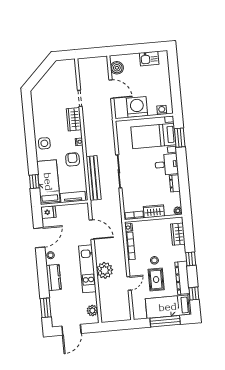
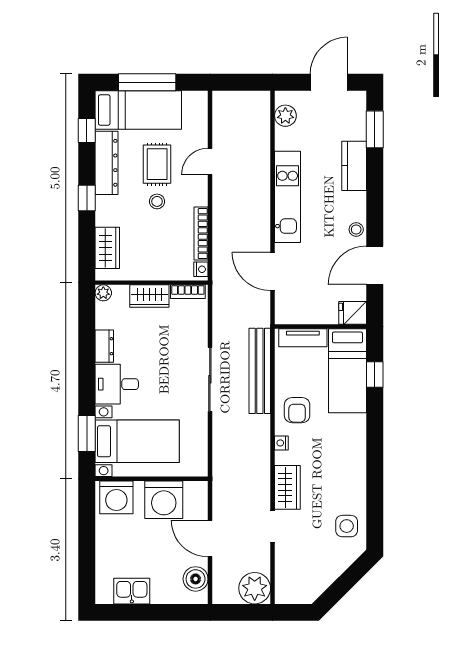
washing machine: (162, 110) -> (116, 497), width x1.89, depth x1.89
side table: (44, 143) -> (347, 526), moved
plant: (105, 270) -> (255, 588), moved
kitchen counter: (54, 278) -> (354, 166), moved

